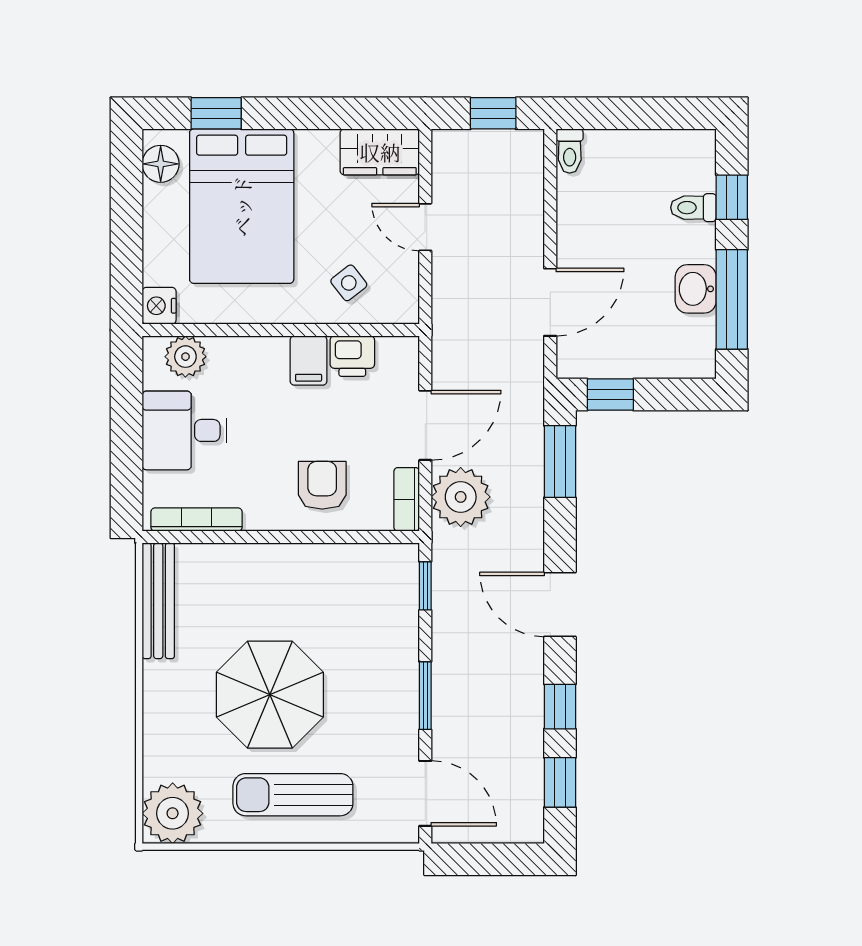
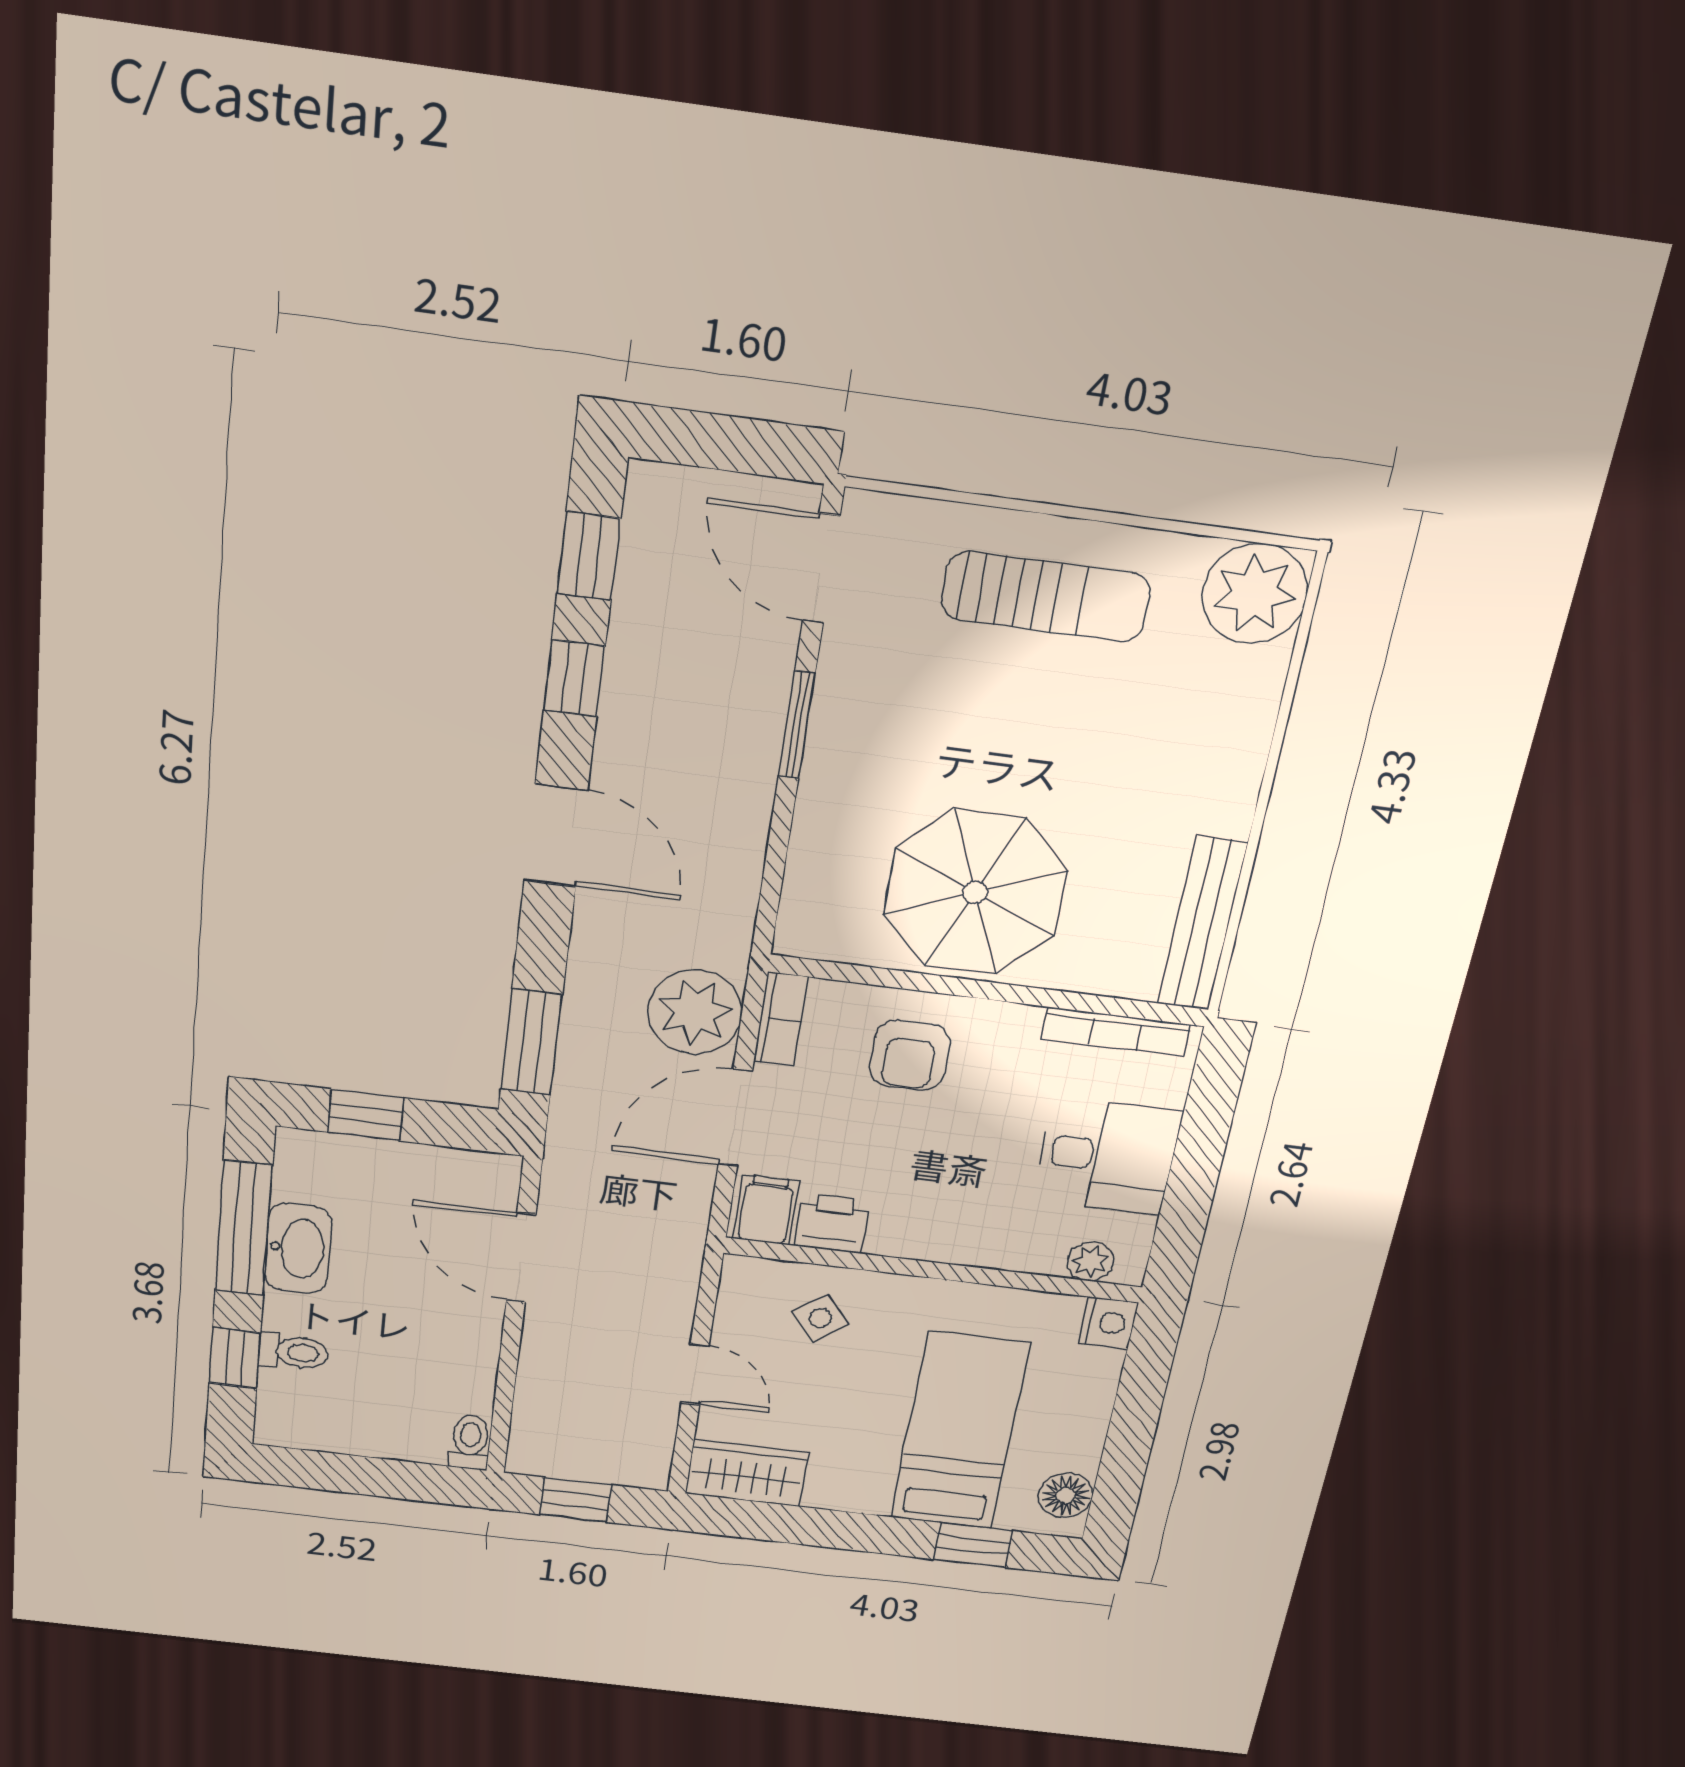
bed: (242, 206) -> (960, 1431), width x0.67
washbasin: (696, 289) -> (298, 1248), width x1.38
door: (550, 302) -> (521, 1258), hinge flipped
plant: (185, 357) -> (1090, 1261), width x0.73, depth x0.73
filing cabinet: (309, 361) -> (766, 1210), moved
window: (610, 395) -> (366, 1115), moved
window: (425, 586) -> (771, 891), removed
parasol: (270, 695) -> (975, 892), moved

